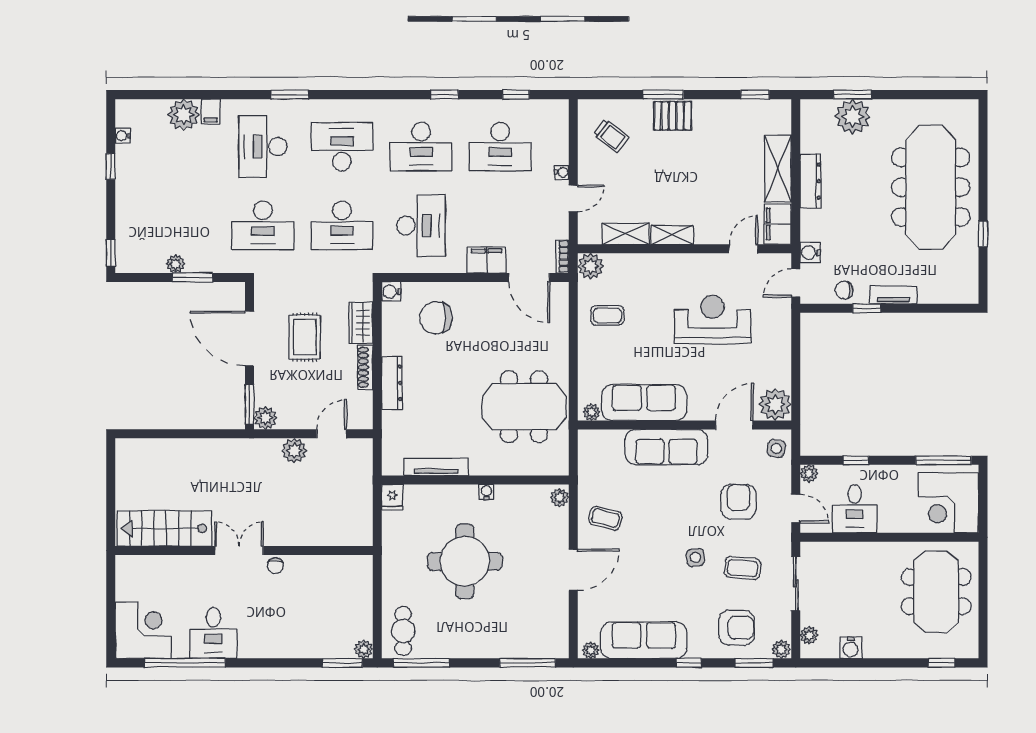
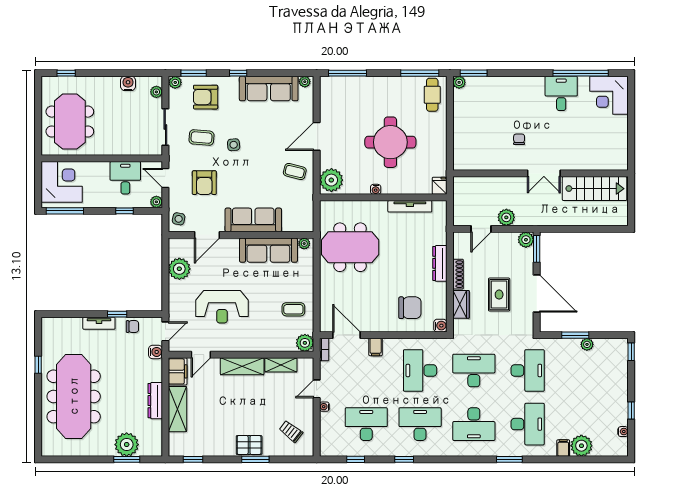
desk: (263, 225) -> (528, 370), turned 90
shelving: (672, 235) -> (242, 366), width x1.50, depth x1.33
filing cabinet: (487, 260) -> (376, 347), width x0.50
plant: (775, 404) -> (179, 269), moved
plant: (560, 498) -> (331, 180), width x1.87, depth x1.87
stairs: (164, 528) -> (595, 189), moved
double door: (239, 551) -> (544, 173), moved
wall: (244, 551) -> (540, 173), moved

